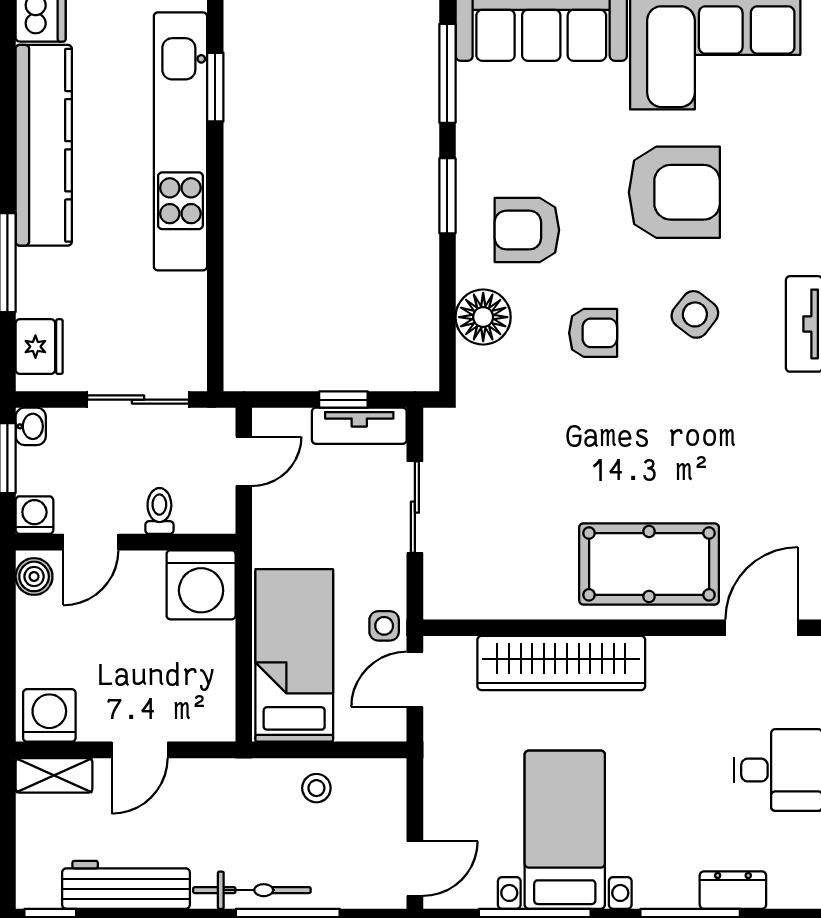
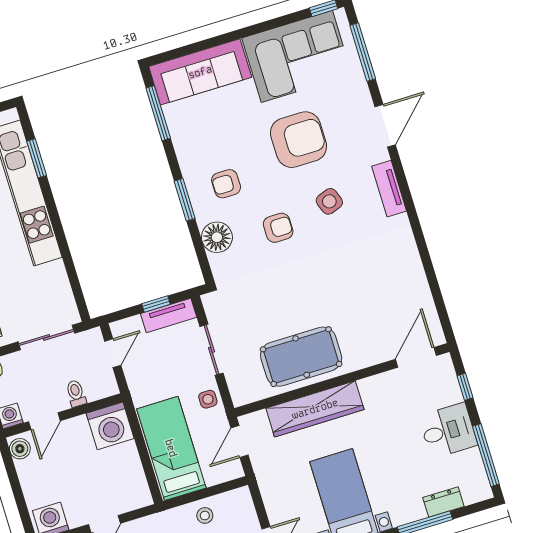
window: (447, 196) -> (185, 200), moved
armchair: (527, 230) -> (226, 184), width x0.72, depth x0.72
side table: (695, 314) -> (329, 201), turned 32
pool table: (649, 564) -> (301, 357), moved
side table: (384, 626) -> (208, 399), moved

